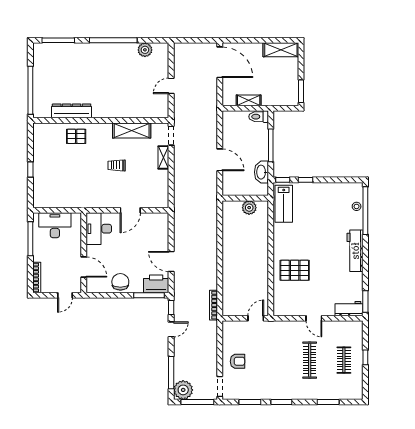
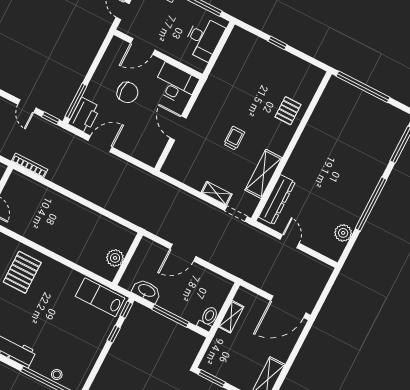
dresser: (72, 111) -> (277, 200), moved
chair: (120, 282) -> (127, 92), moved

